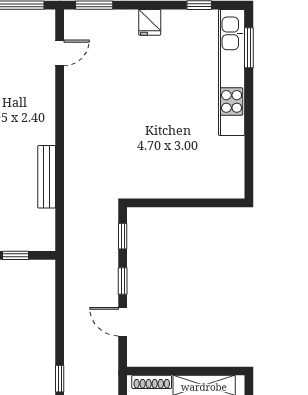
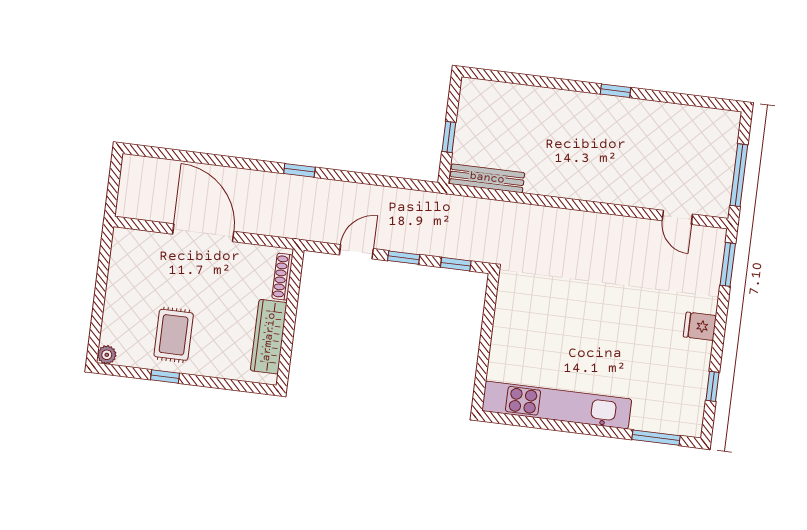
kitchen unit: (232, 72) -> (557, 405), moved
bench: (47, 177) -> (487, 178), moved

